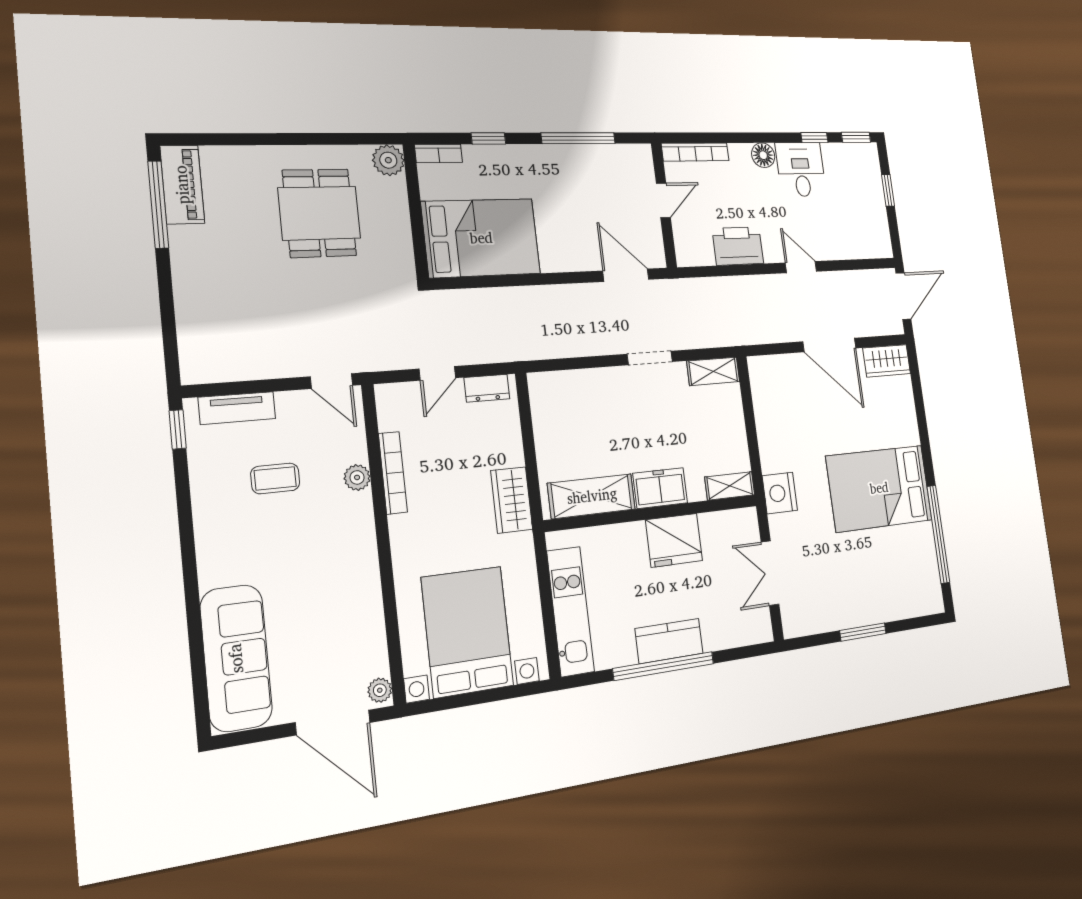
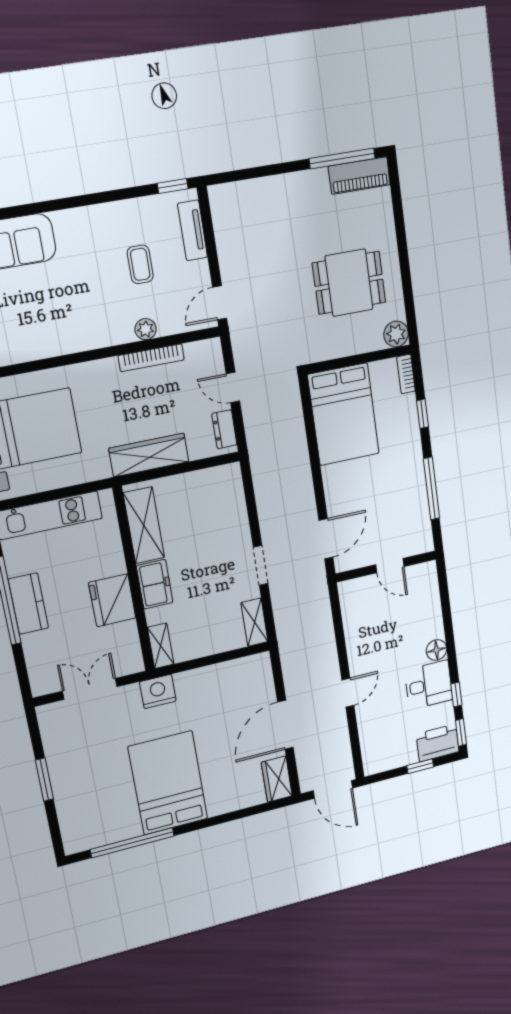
bookcase: (695, 152) -> (432, 590), removed
printer: (738, 246) -> (438, 743), moved, turned -90
wardrobe: (512, 500) -> (149, 455), width x1.50

